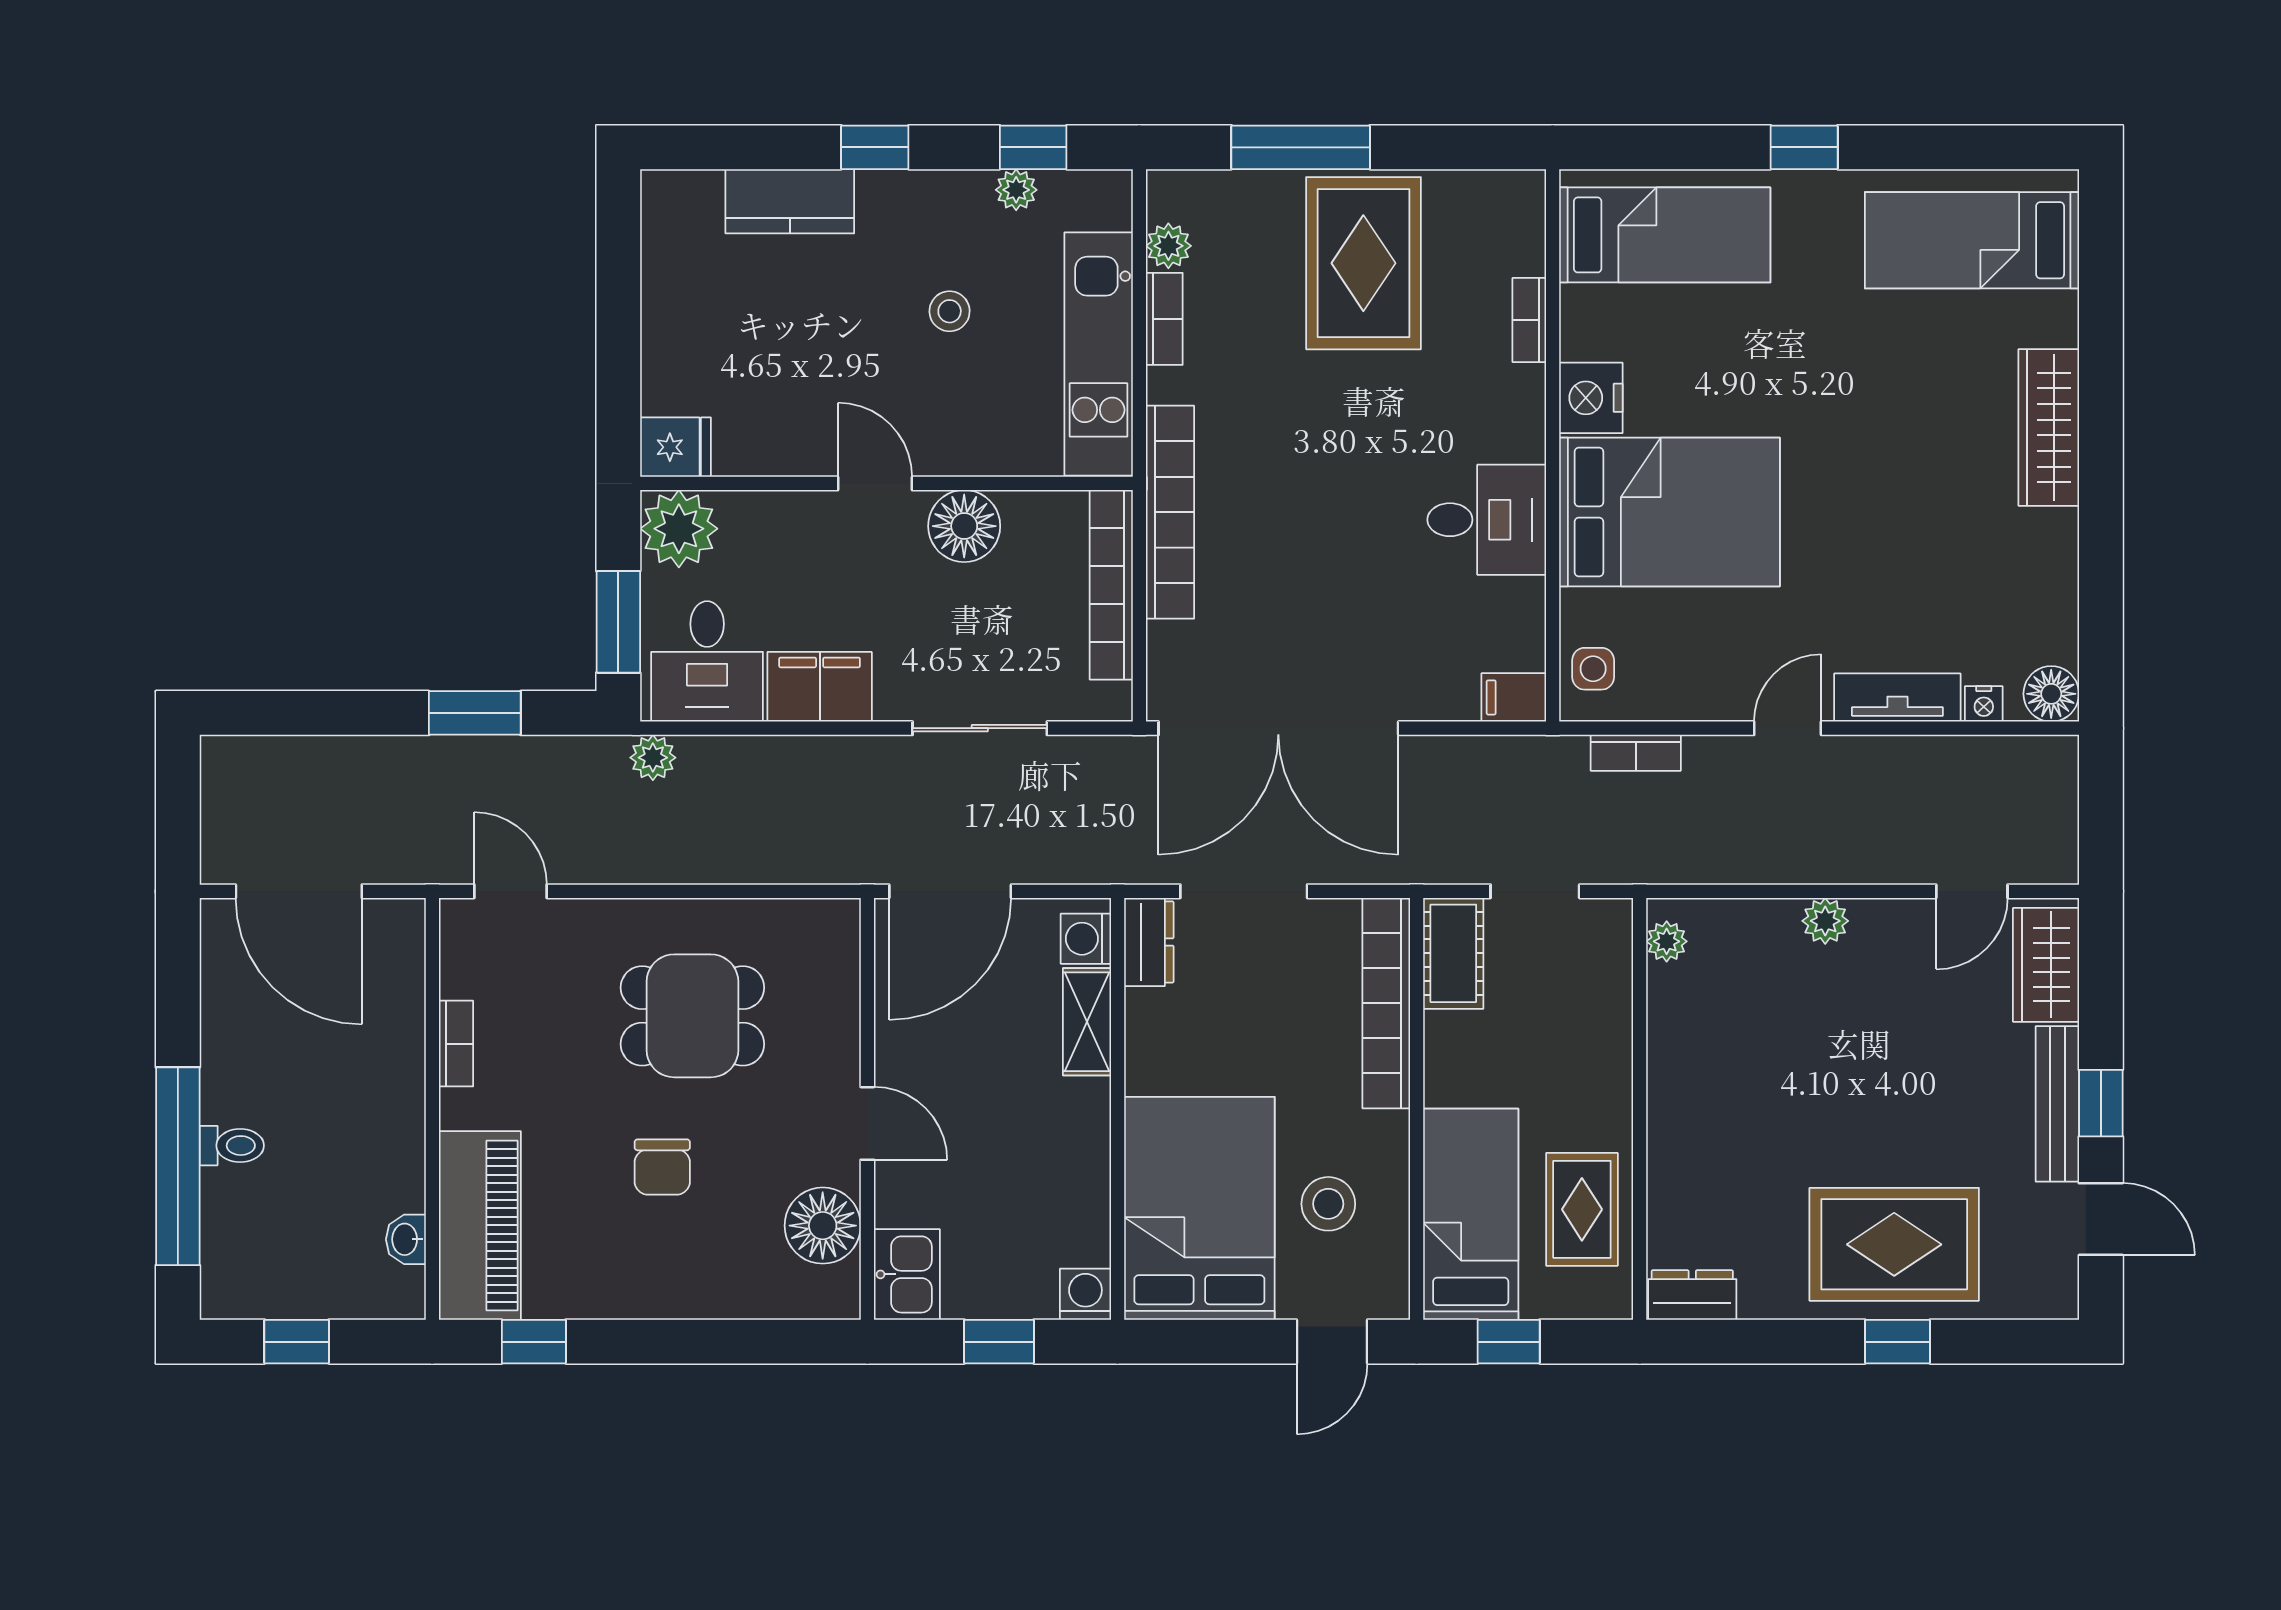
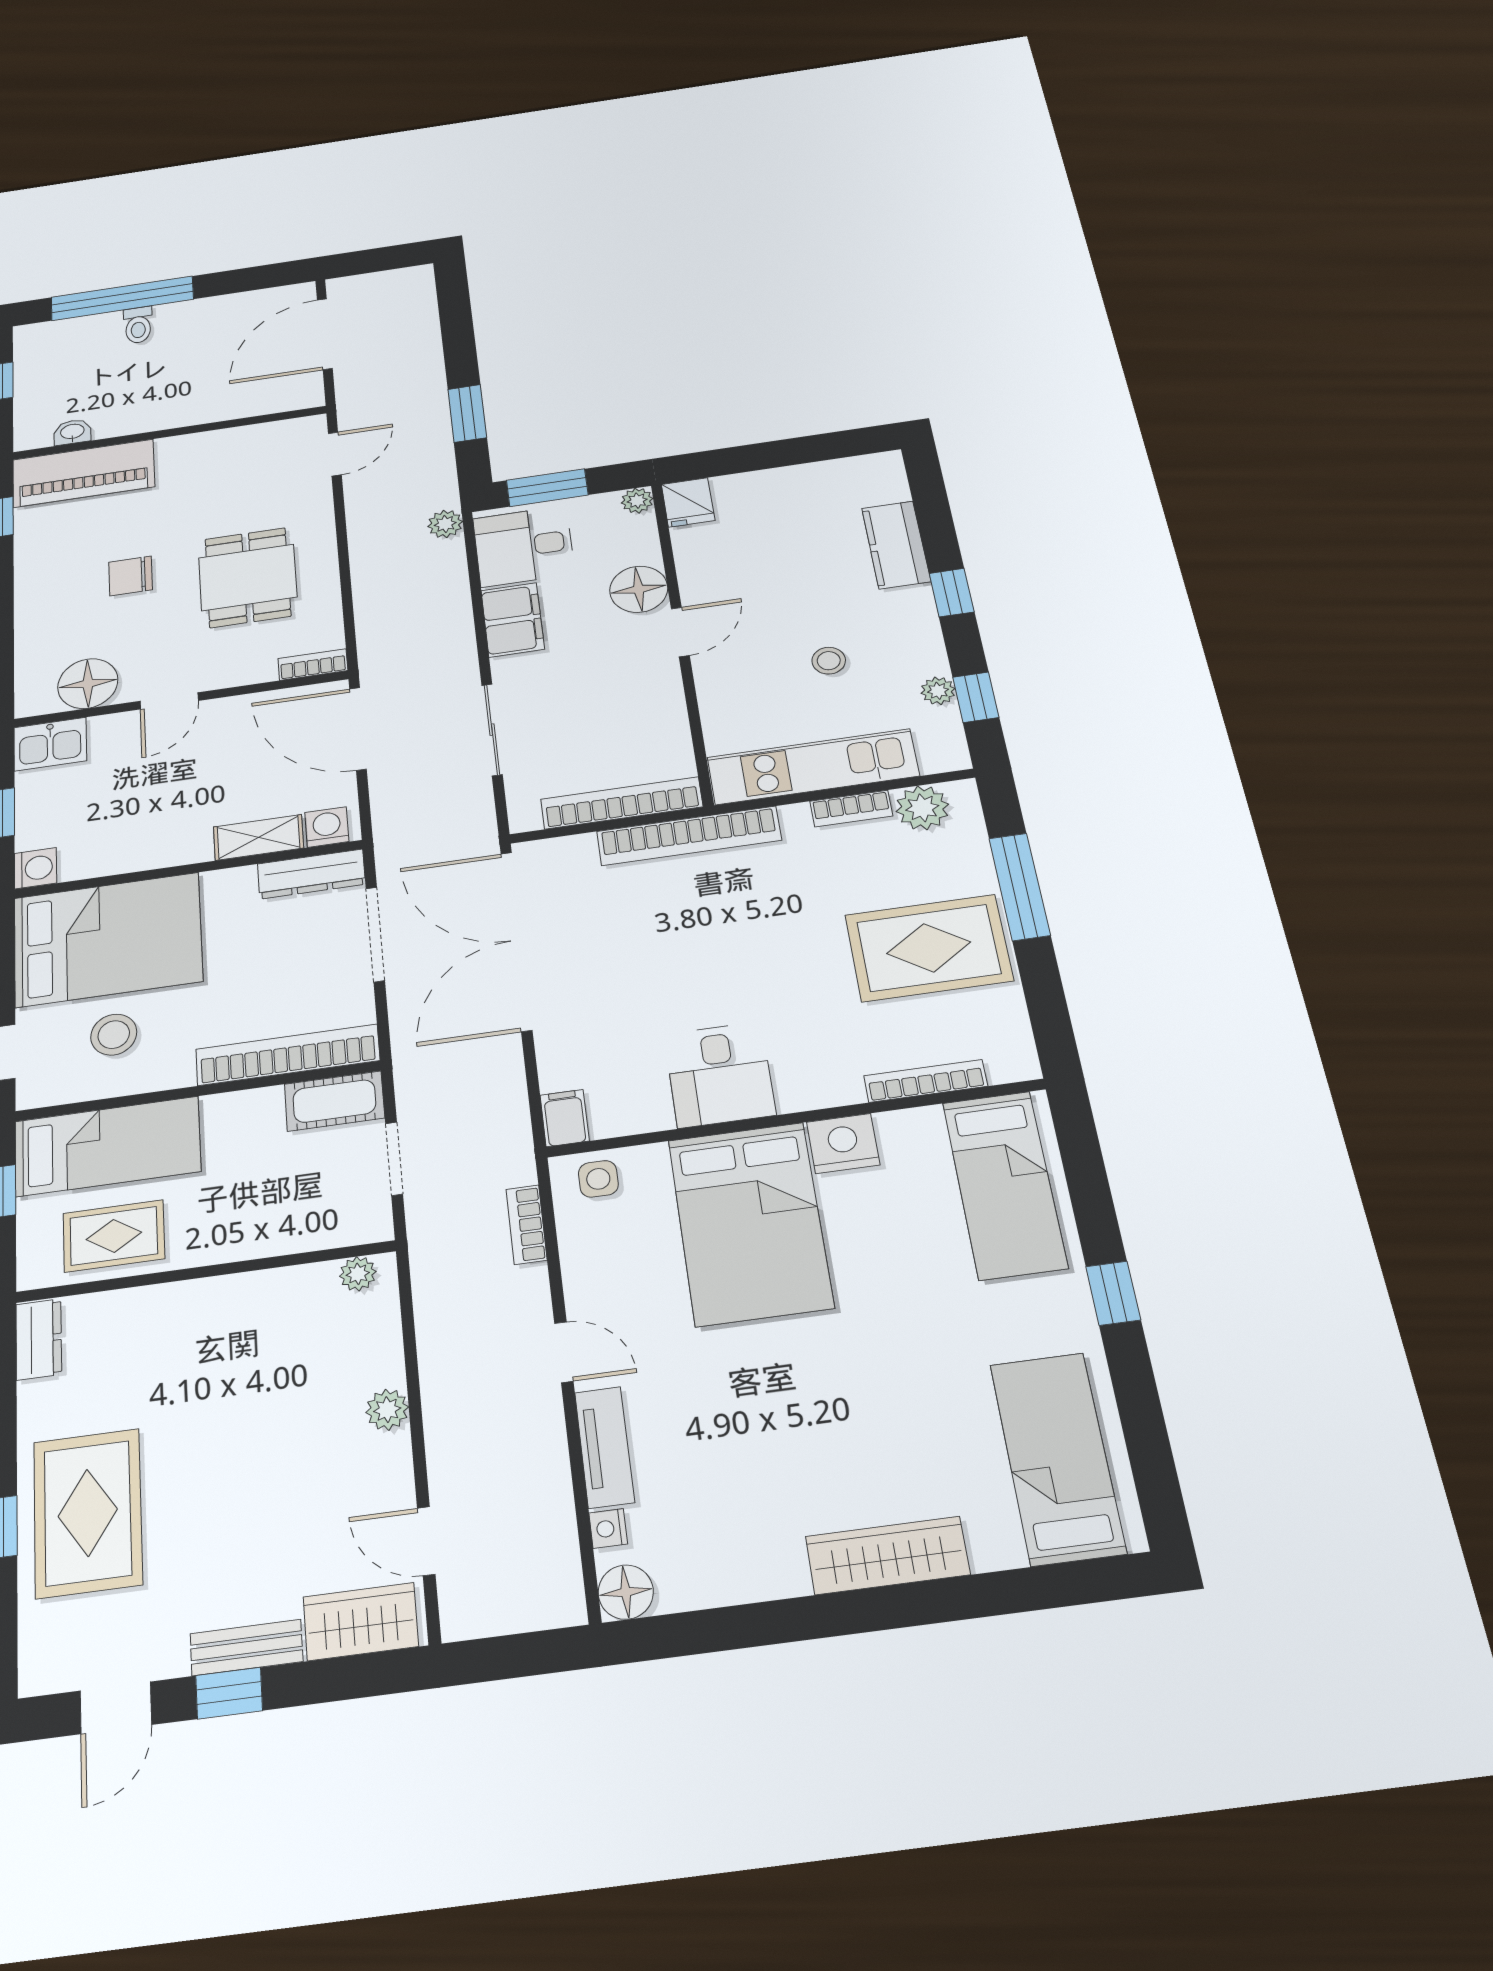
plant: (1168, 246) -> (922, 808), width x1.38, depth x1.38
bookcase: (1529, 320) -> (926, 1081), width x1.56
floor lamp: (964, 526) -> (639, 589), moved
plant: (679, 529) -> (637, 501), width x0.53, depth x0.53
dresser: (1149, 942) -> (311, 874), width x1.44
bookcase: (456, 1044) -> (313, 665), moved, turned 180
bench: (2057, 1104) -> (246, 1648), width x0.73

